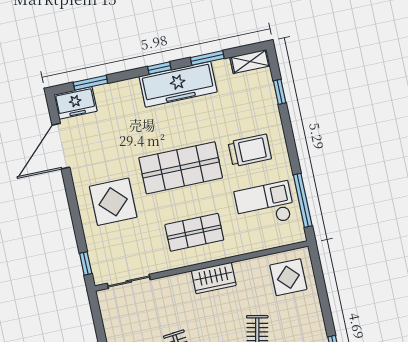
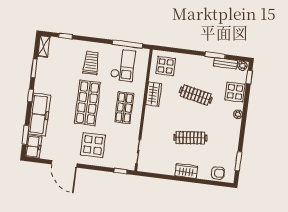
freezer: (178, 84) -> (39, 115), moved
door: (61, 146) -> (64, 164), moved
checkout: (265, 205) -> (123, 65), turned 180
wardrobe: (214, 278) -> (154, 94), moved

